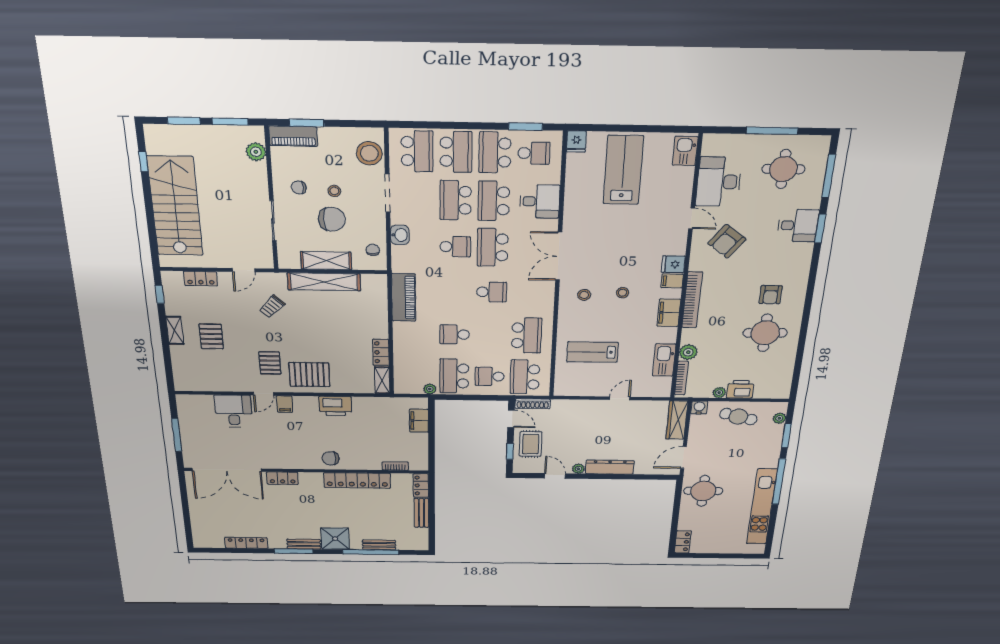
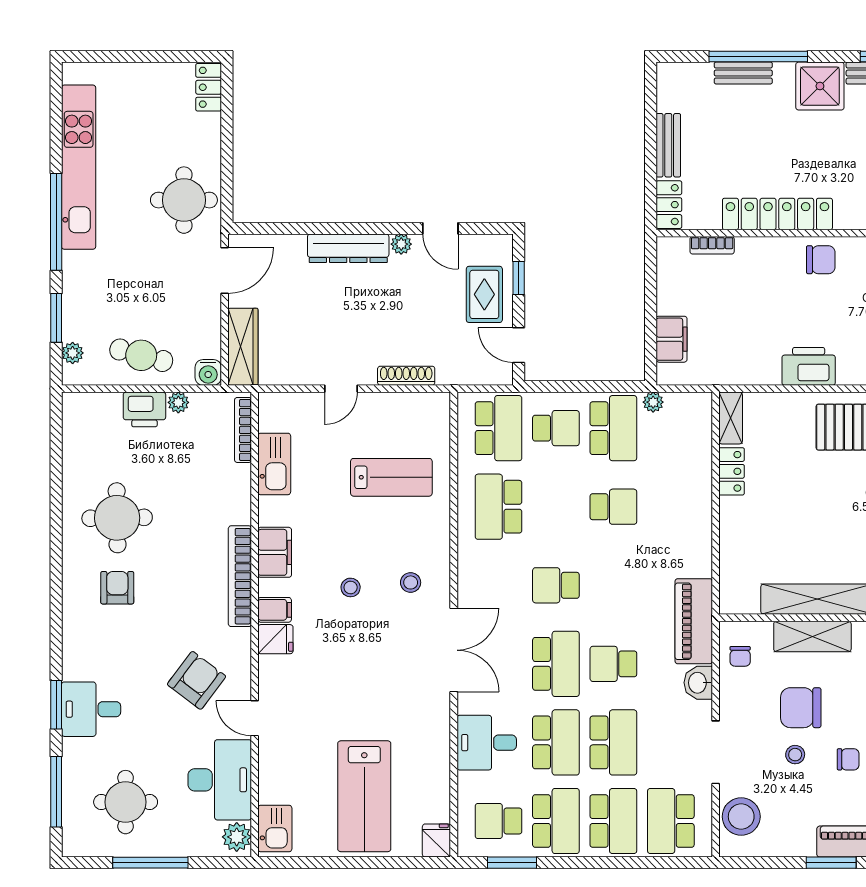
school desk: (456, 152) -> (613, 821), turned 180
piano: (404, 297) -> (694, 621), moved
plant: (688, 352) -> (237, 837), moved
shoe rack: (533, 404) -> (406, 376), moved

